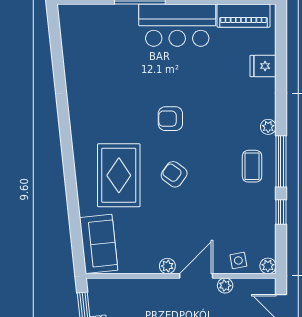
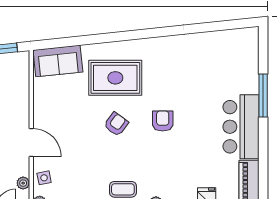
plant: (167, 266) -> (39, 118), removed
plant: (225, 286) -> (23, 183), moved

